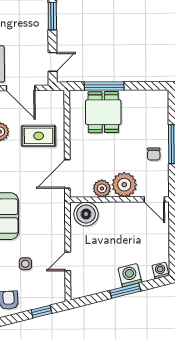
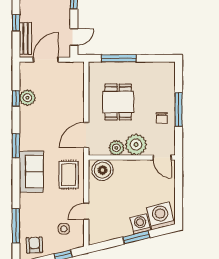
door: (21, 88) -> (46, 60), swing flipped
dining table: (103, 112) -> (118, 102), moved
rug: (39, 136) -> (69, 175), moved, turned 90
side table: (25, 264) -> (64, 229), moved
washing machine: (160, 271) -> (161, 216), width x1.89, depth x1.89

